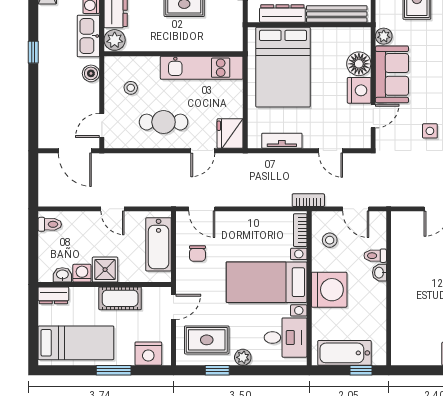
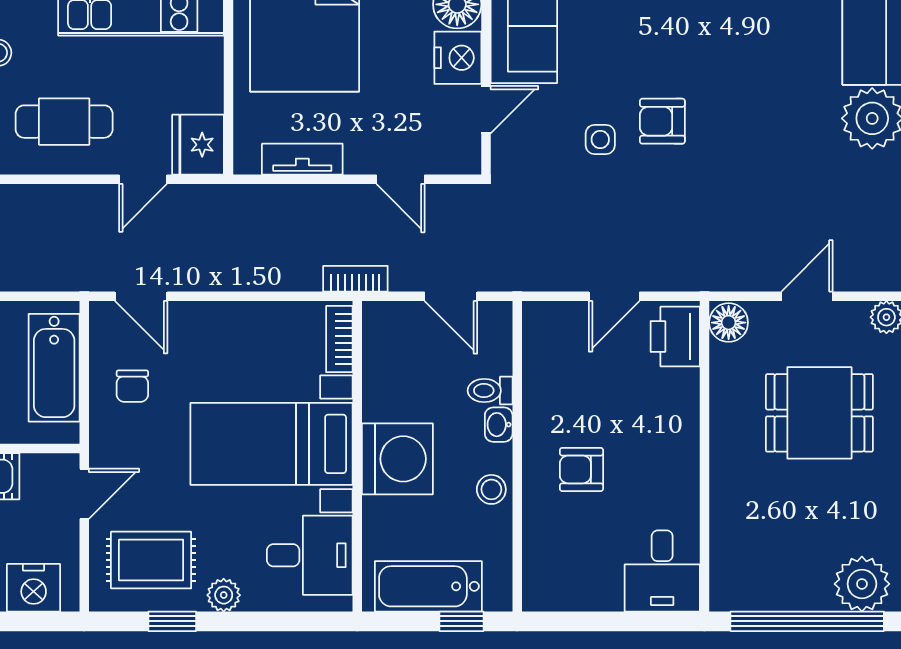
stool: (330, 240) -> (491, 489), moved
armchair: (421, 295) -> (581, 469), added

